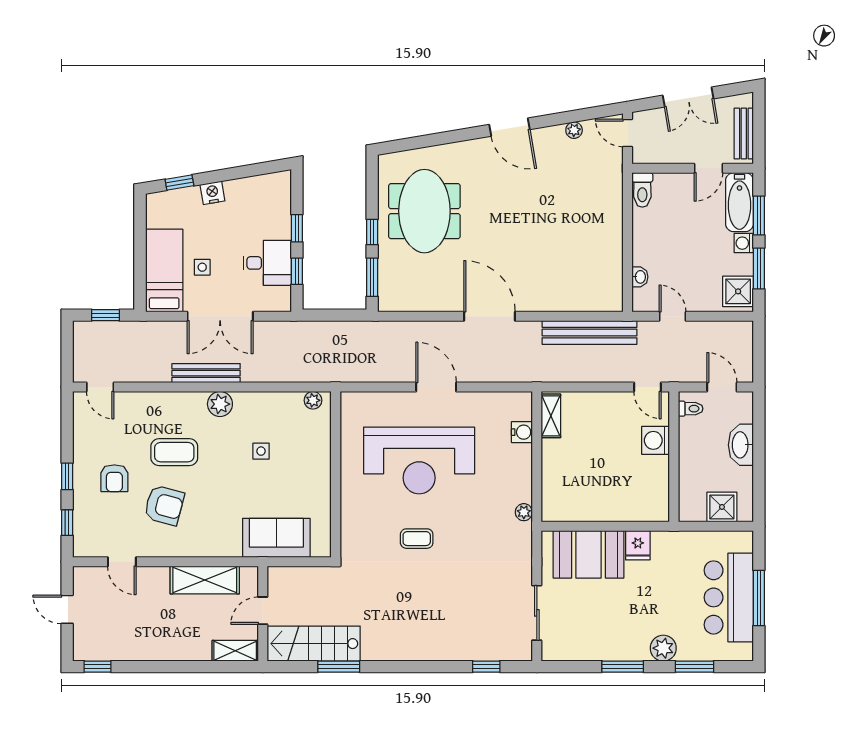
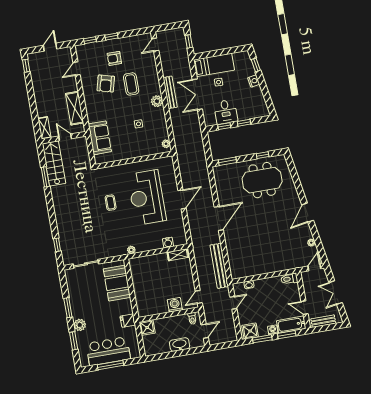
window: (372, 232) -> (263, 155), moved
shower: (722, 507) -> (147, 328), moved
fridge: (638, 545) -> (128, 321), moved

